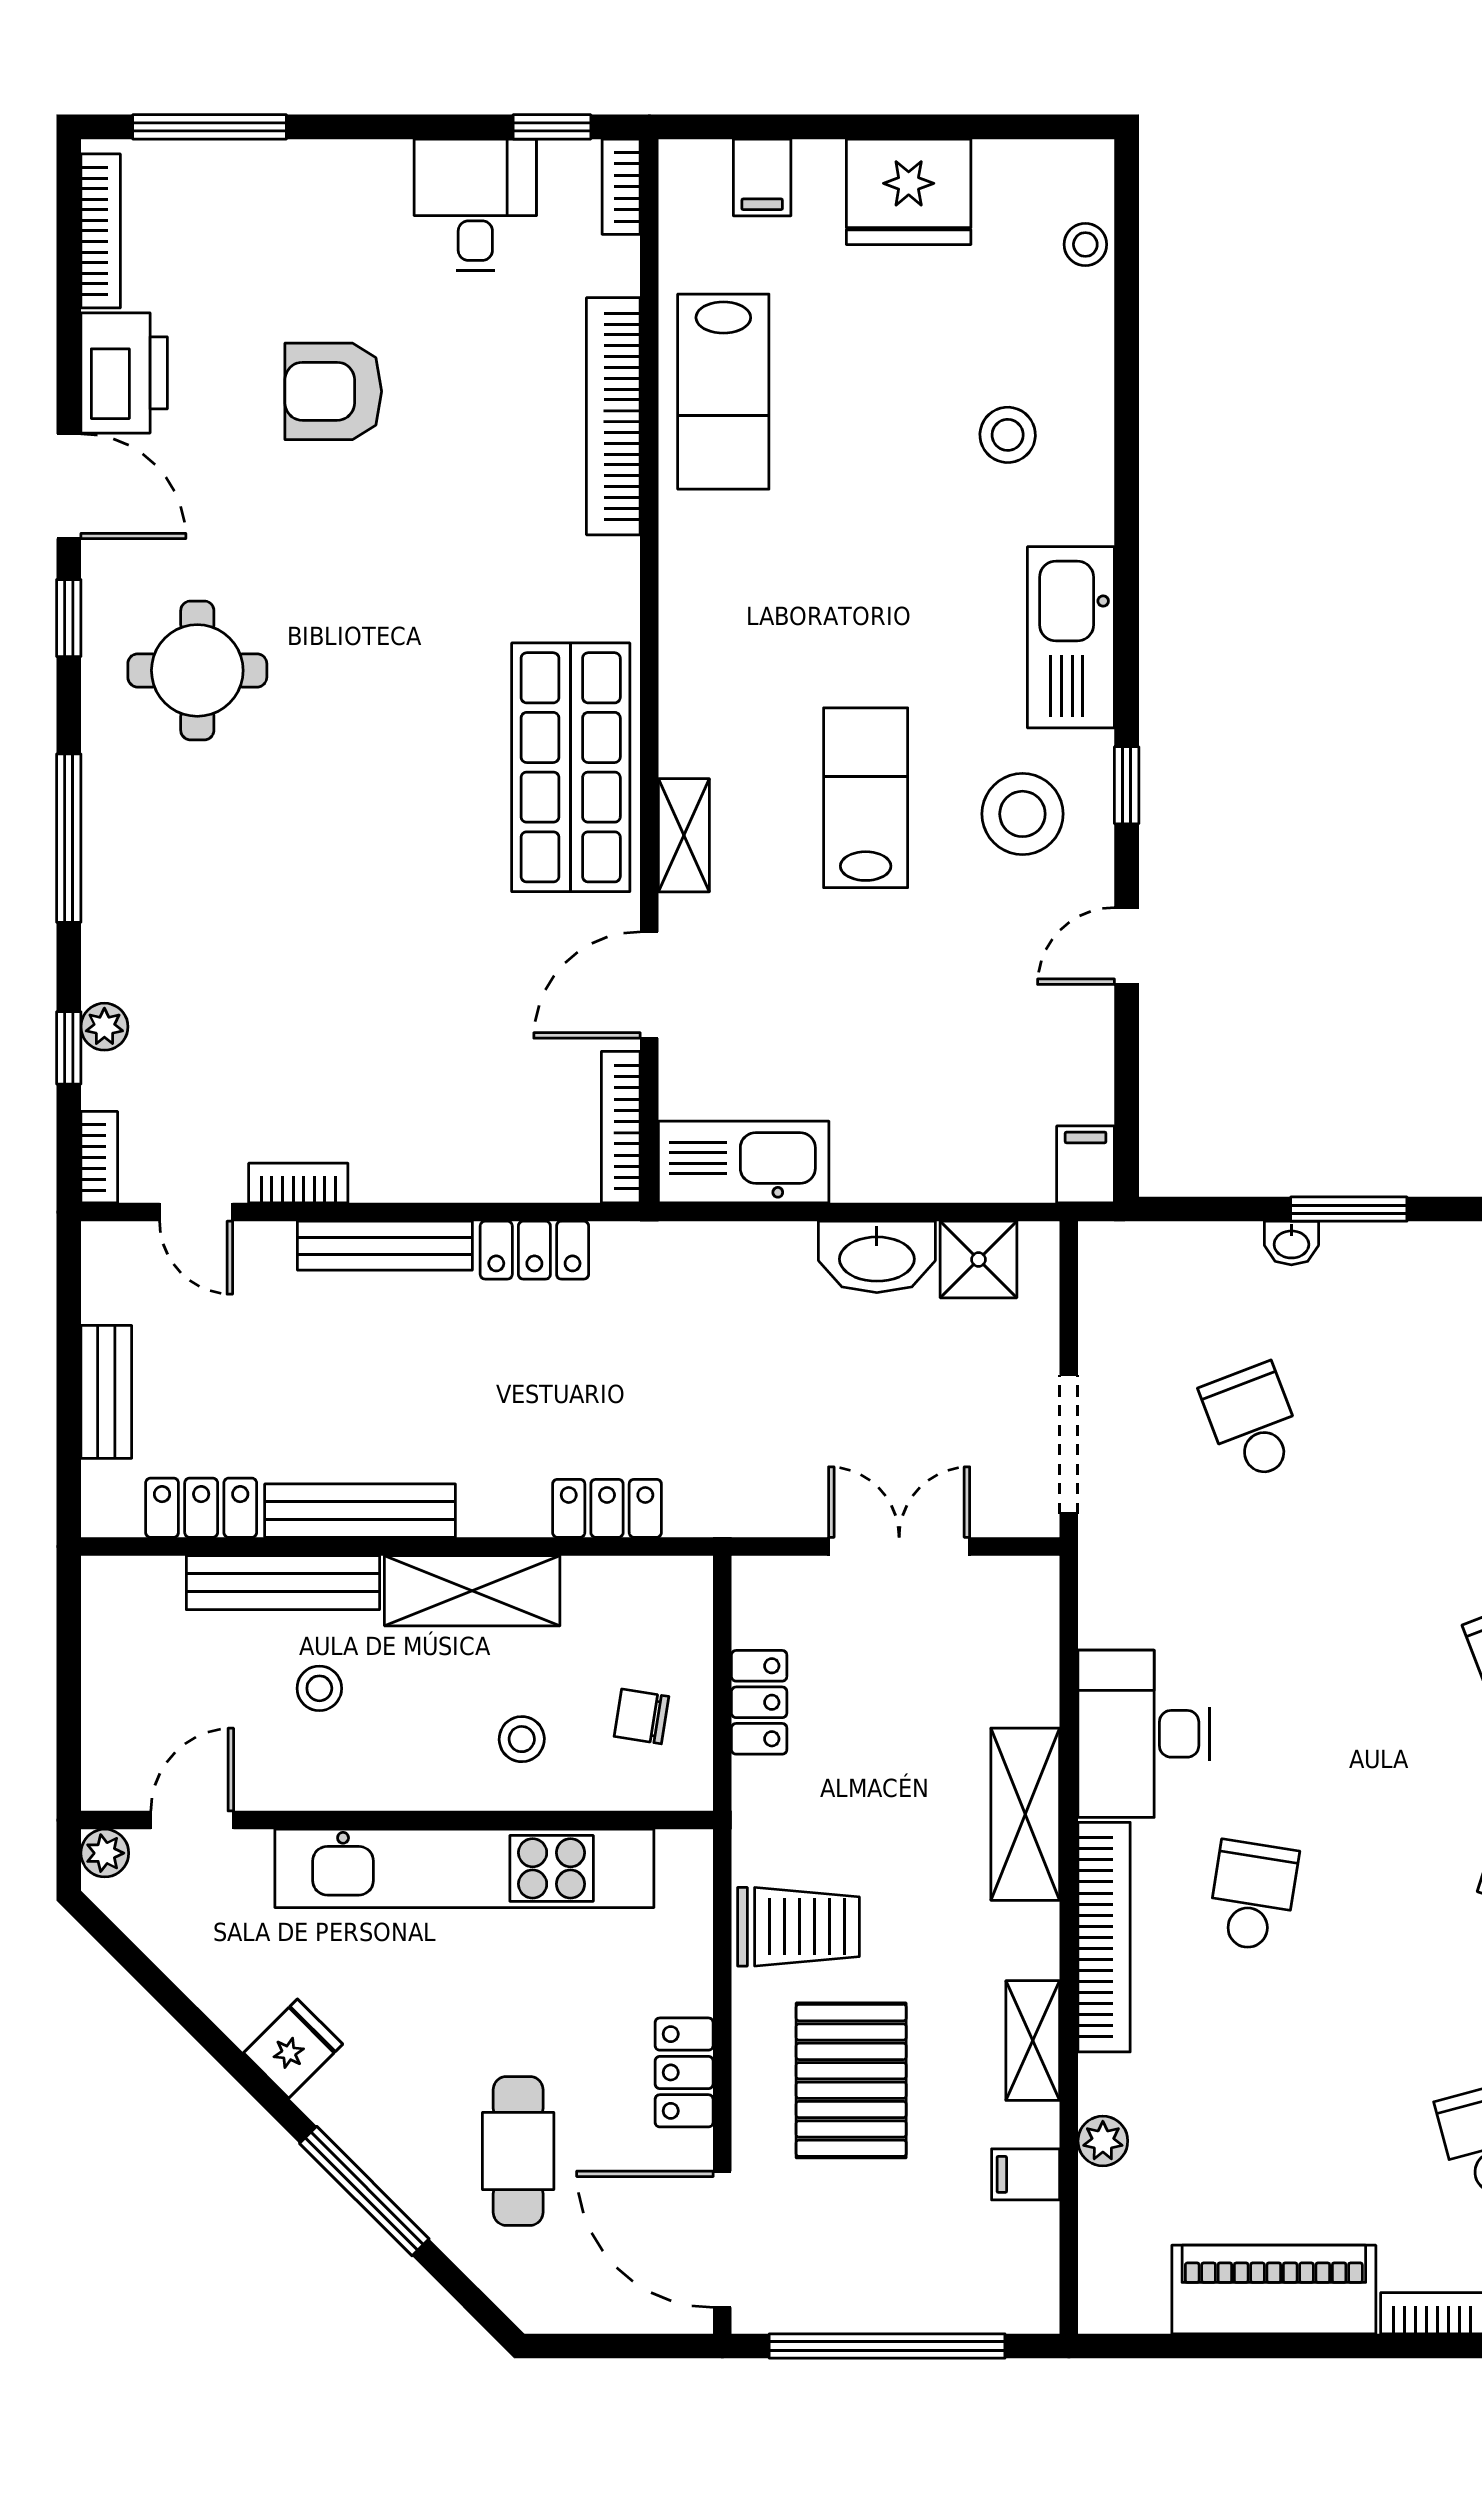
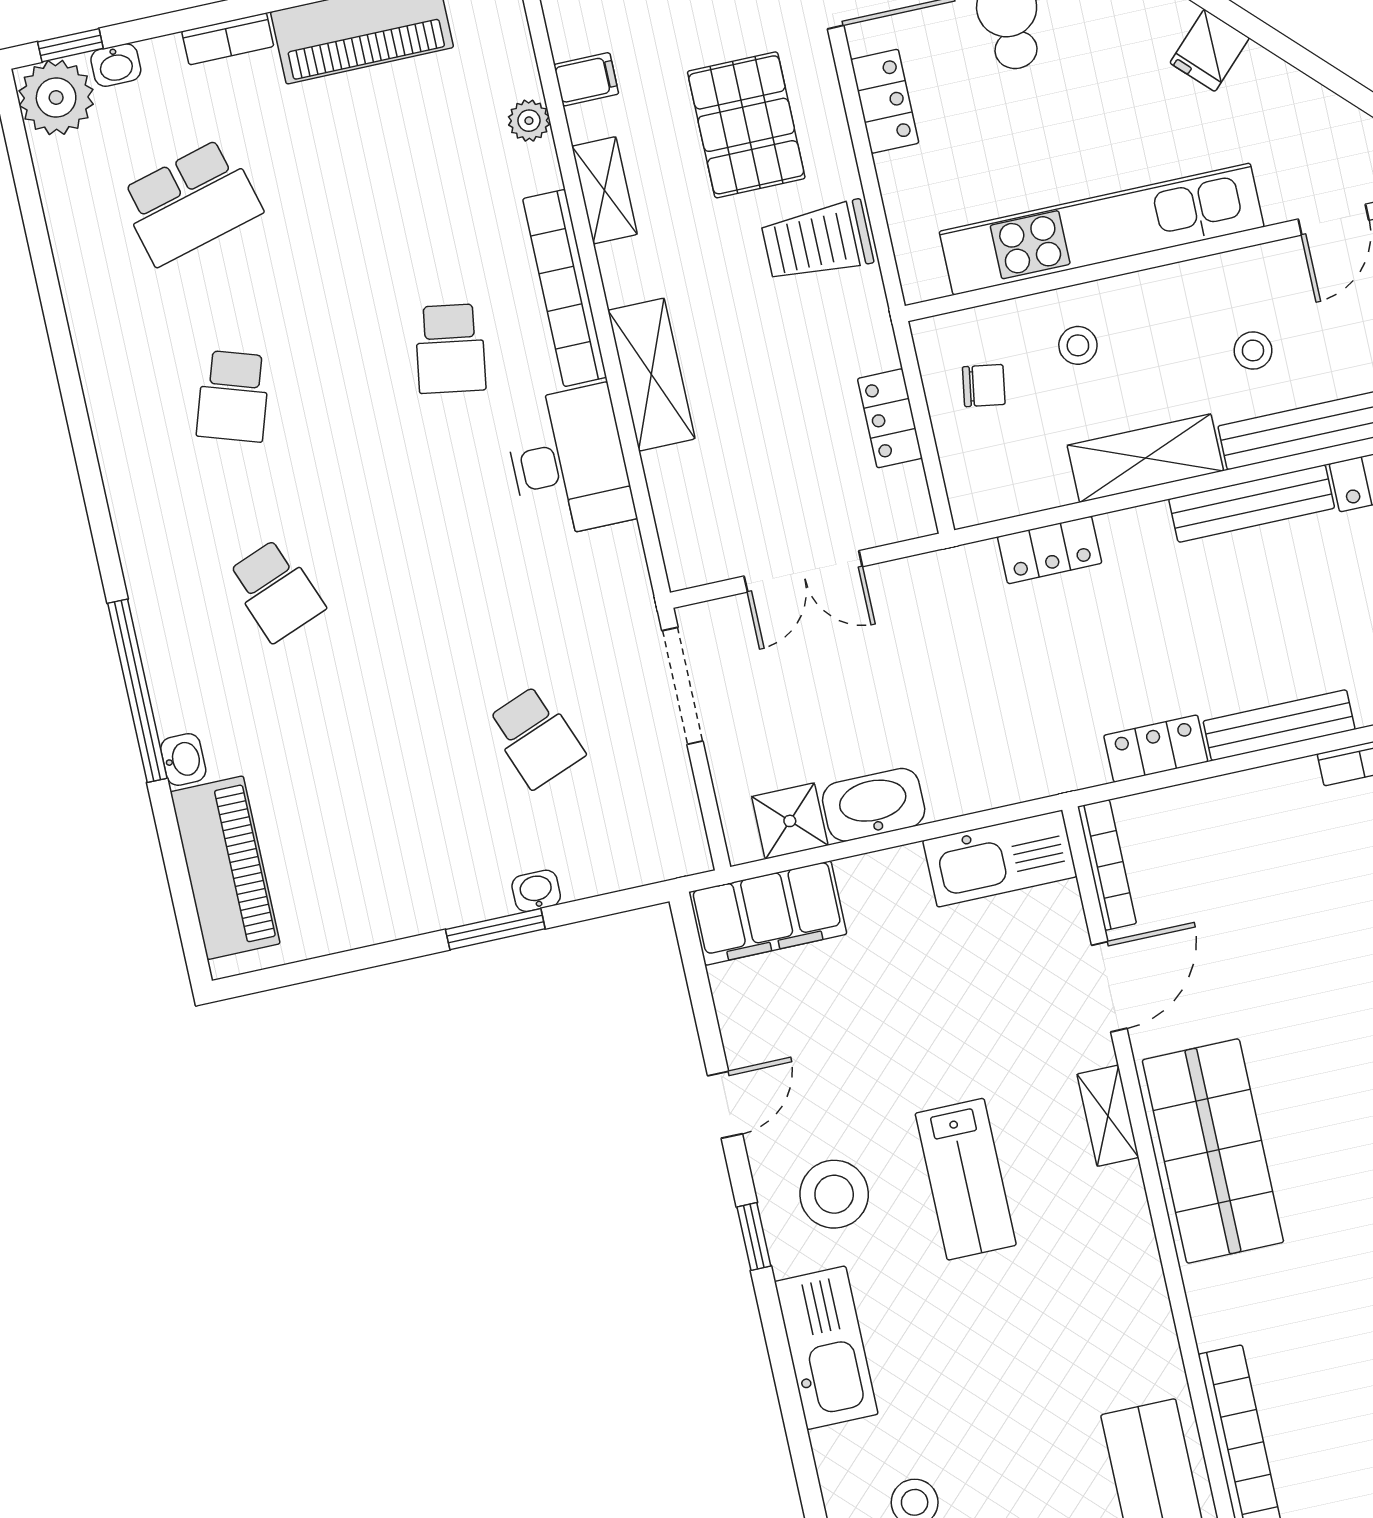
filing cabinet: (1086, 1164) -> (768, 913), width x3.00, depth x1.17

